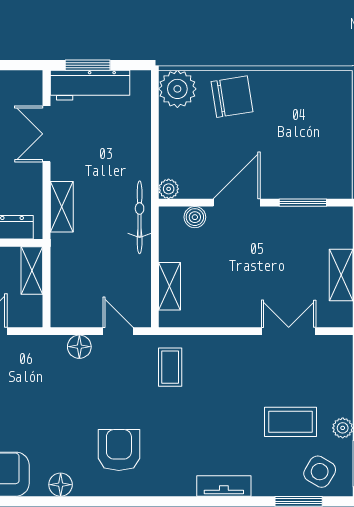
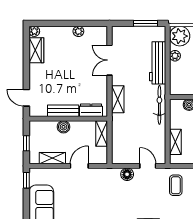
window: (88, 65) -> (145, 23), moved
workbench: (90, 85) -> (158, 63), moved, turned 90
plant: (169, 189) -> (175, 56), moved

